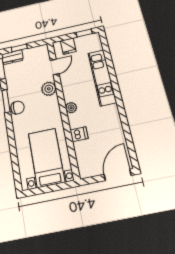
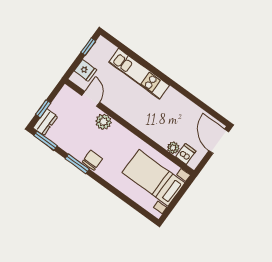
plant: (71, 108) -> (173, 148), moved
dishwasher: (79, 134) -> (186, 154), moved

